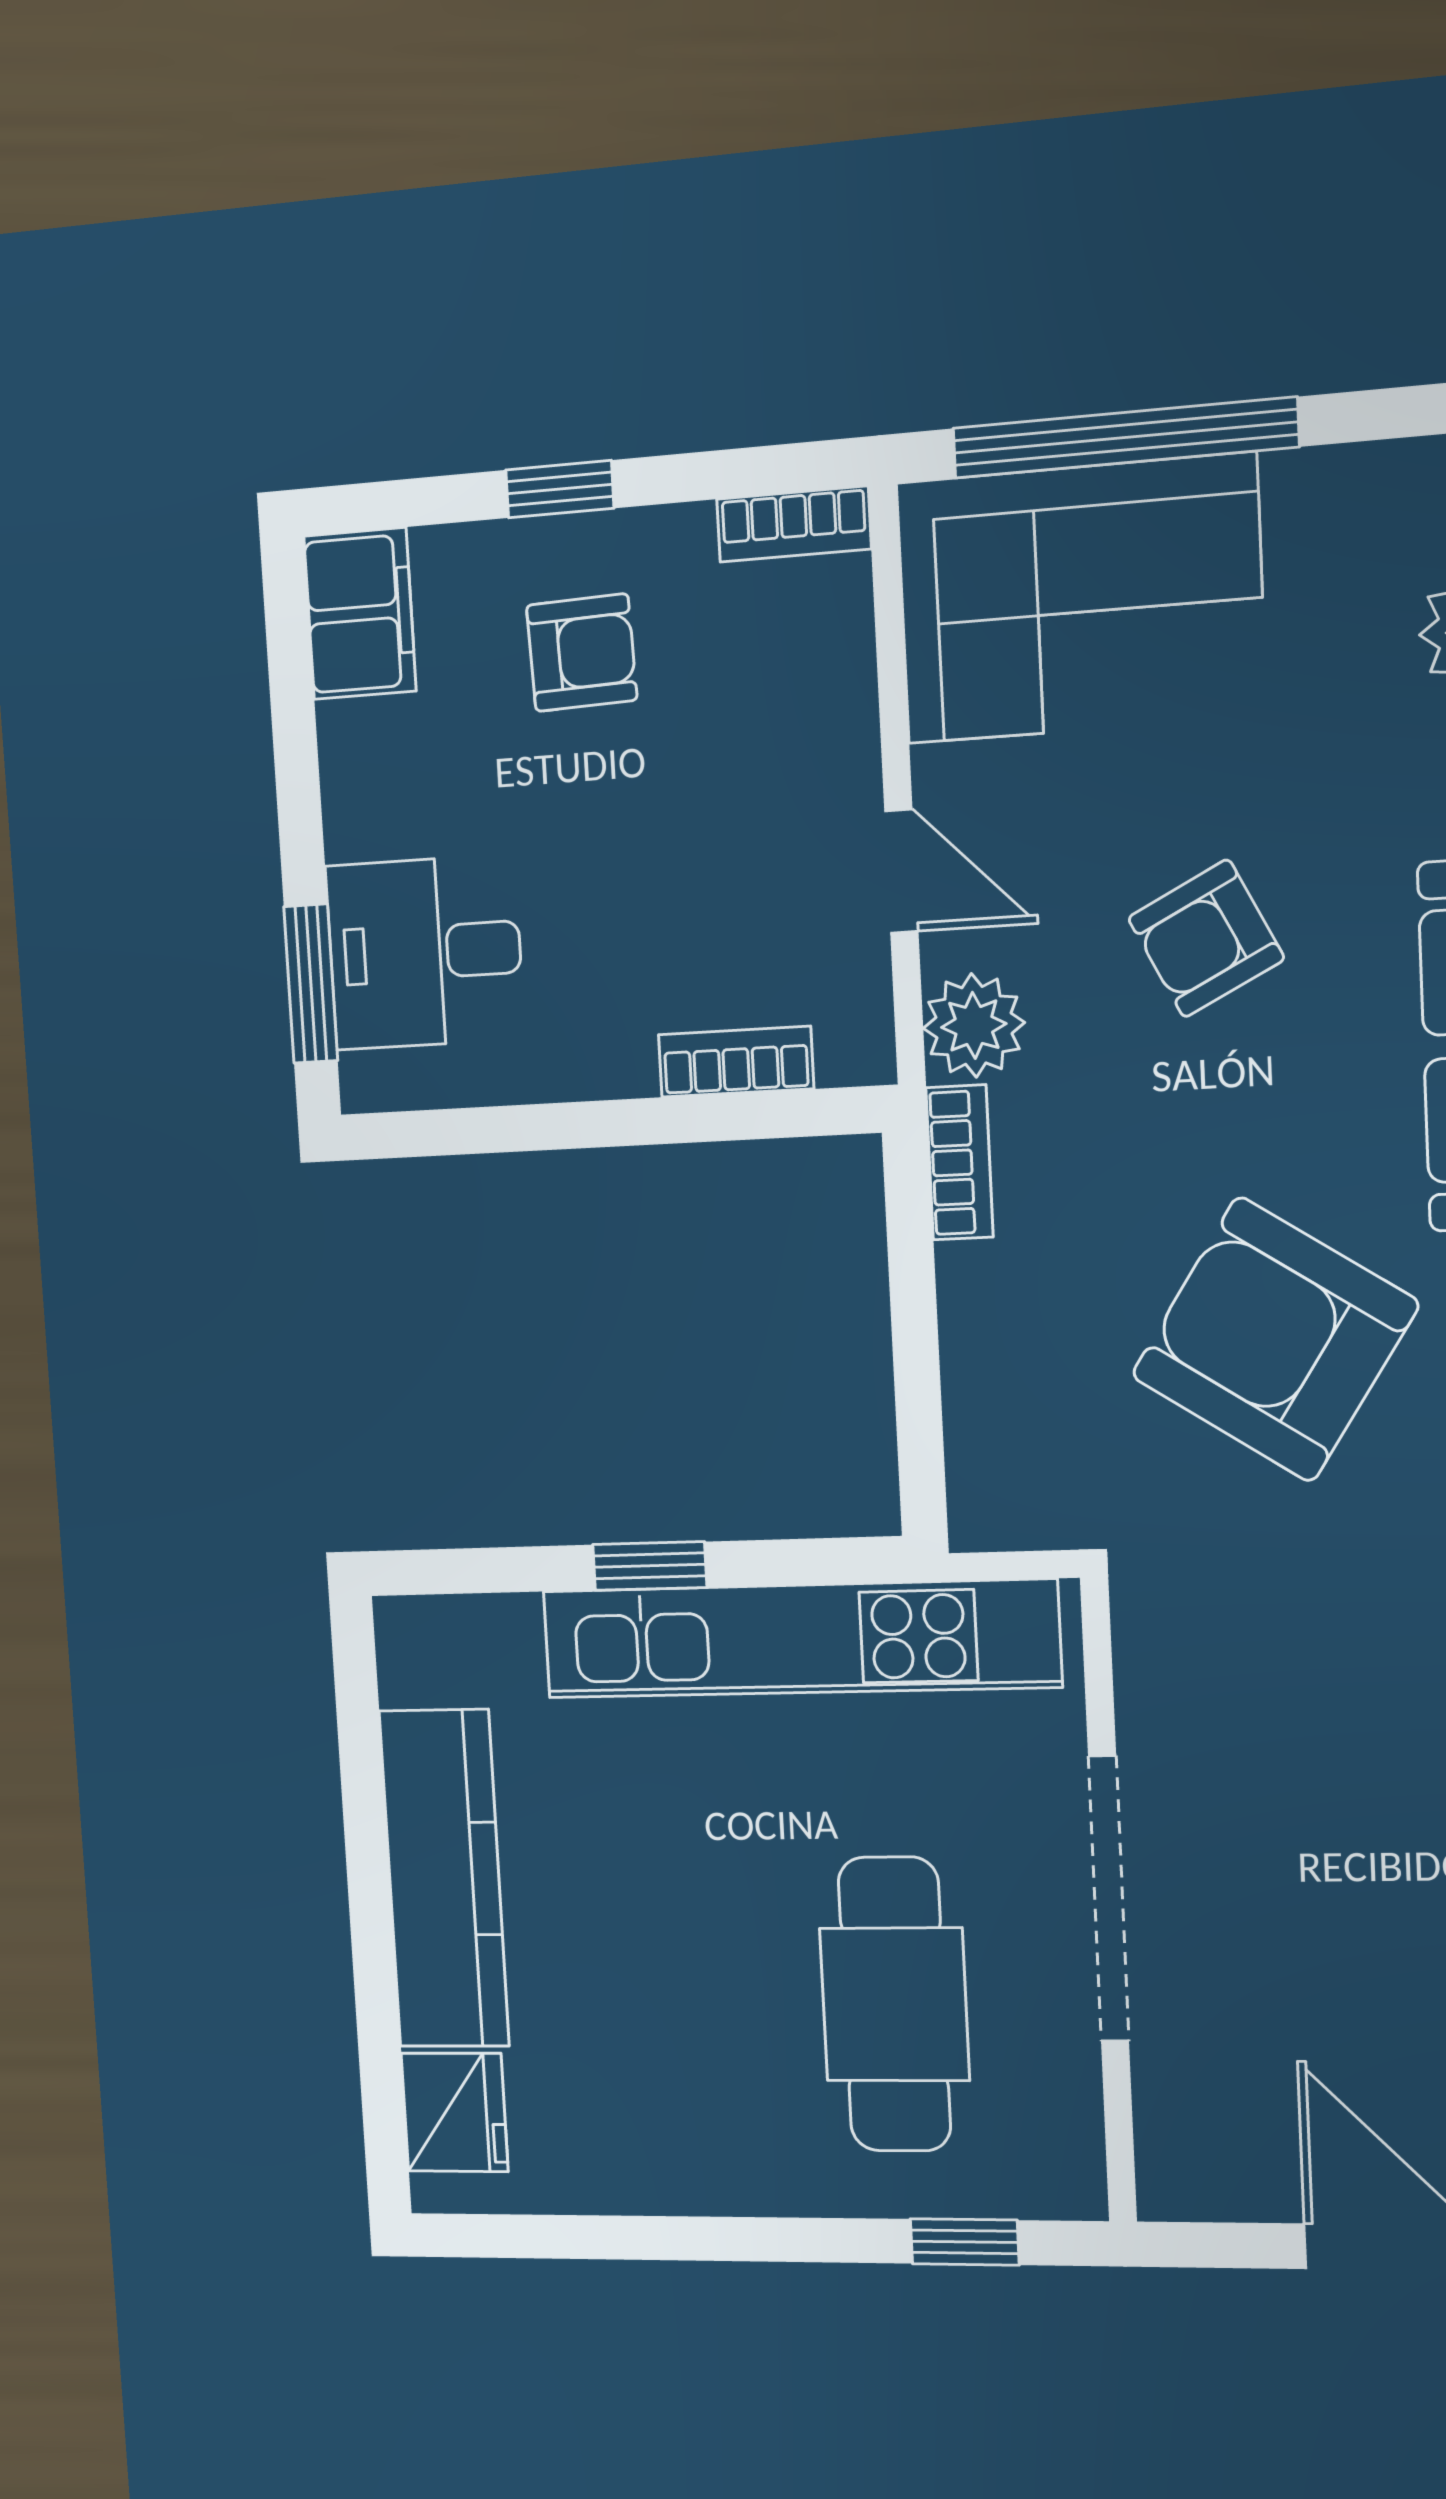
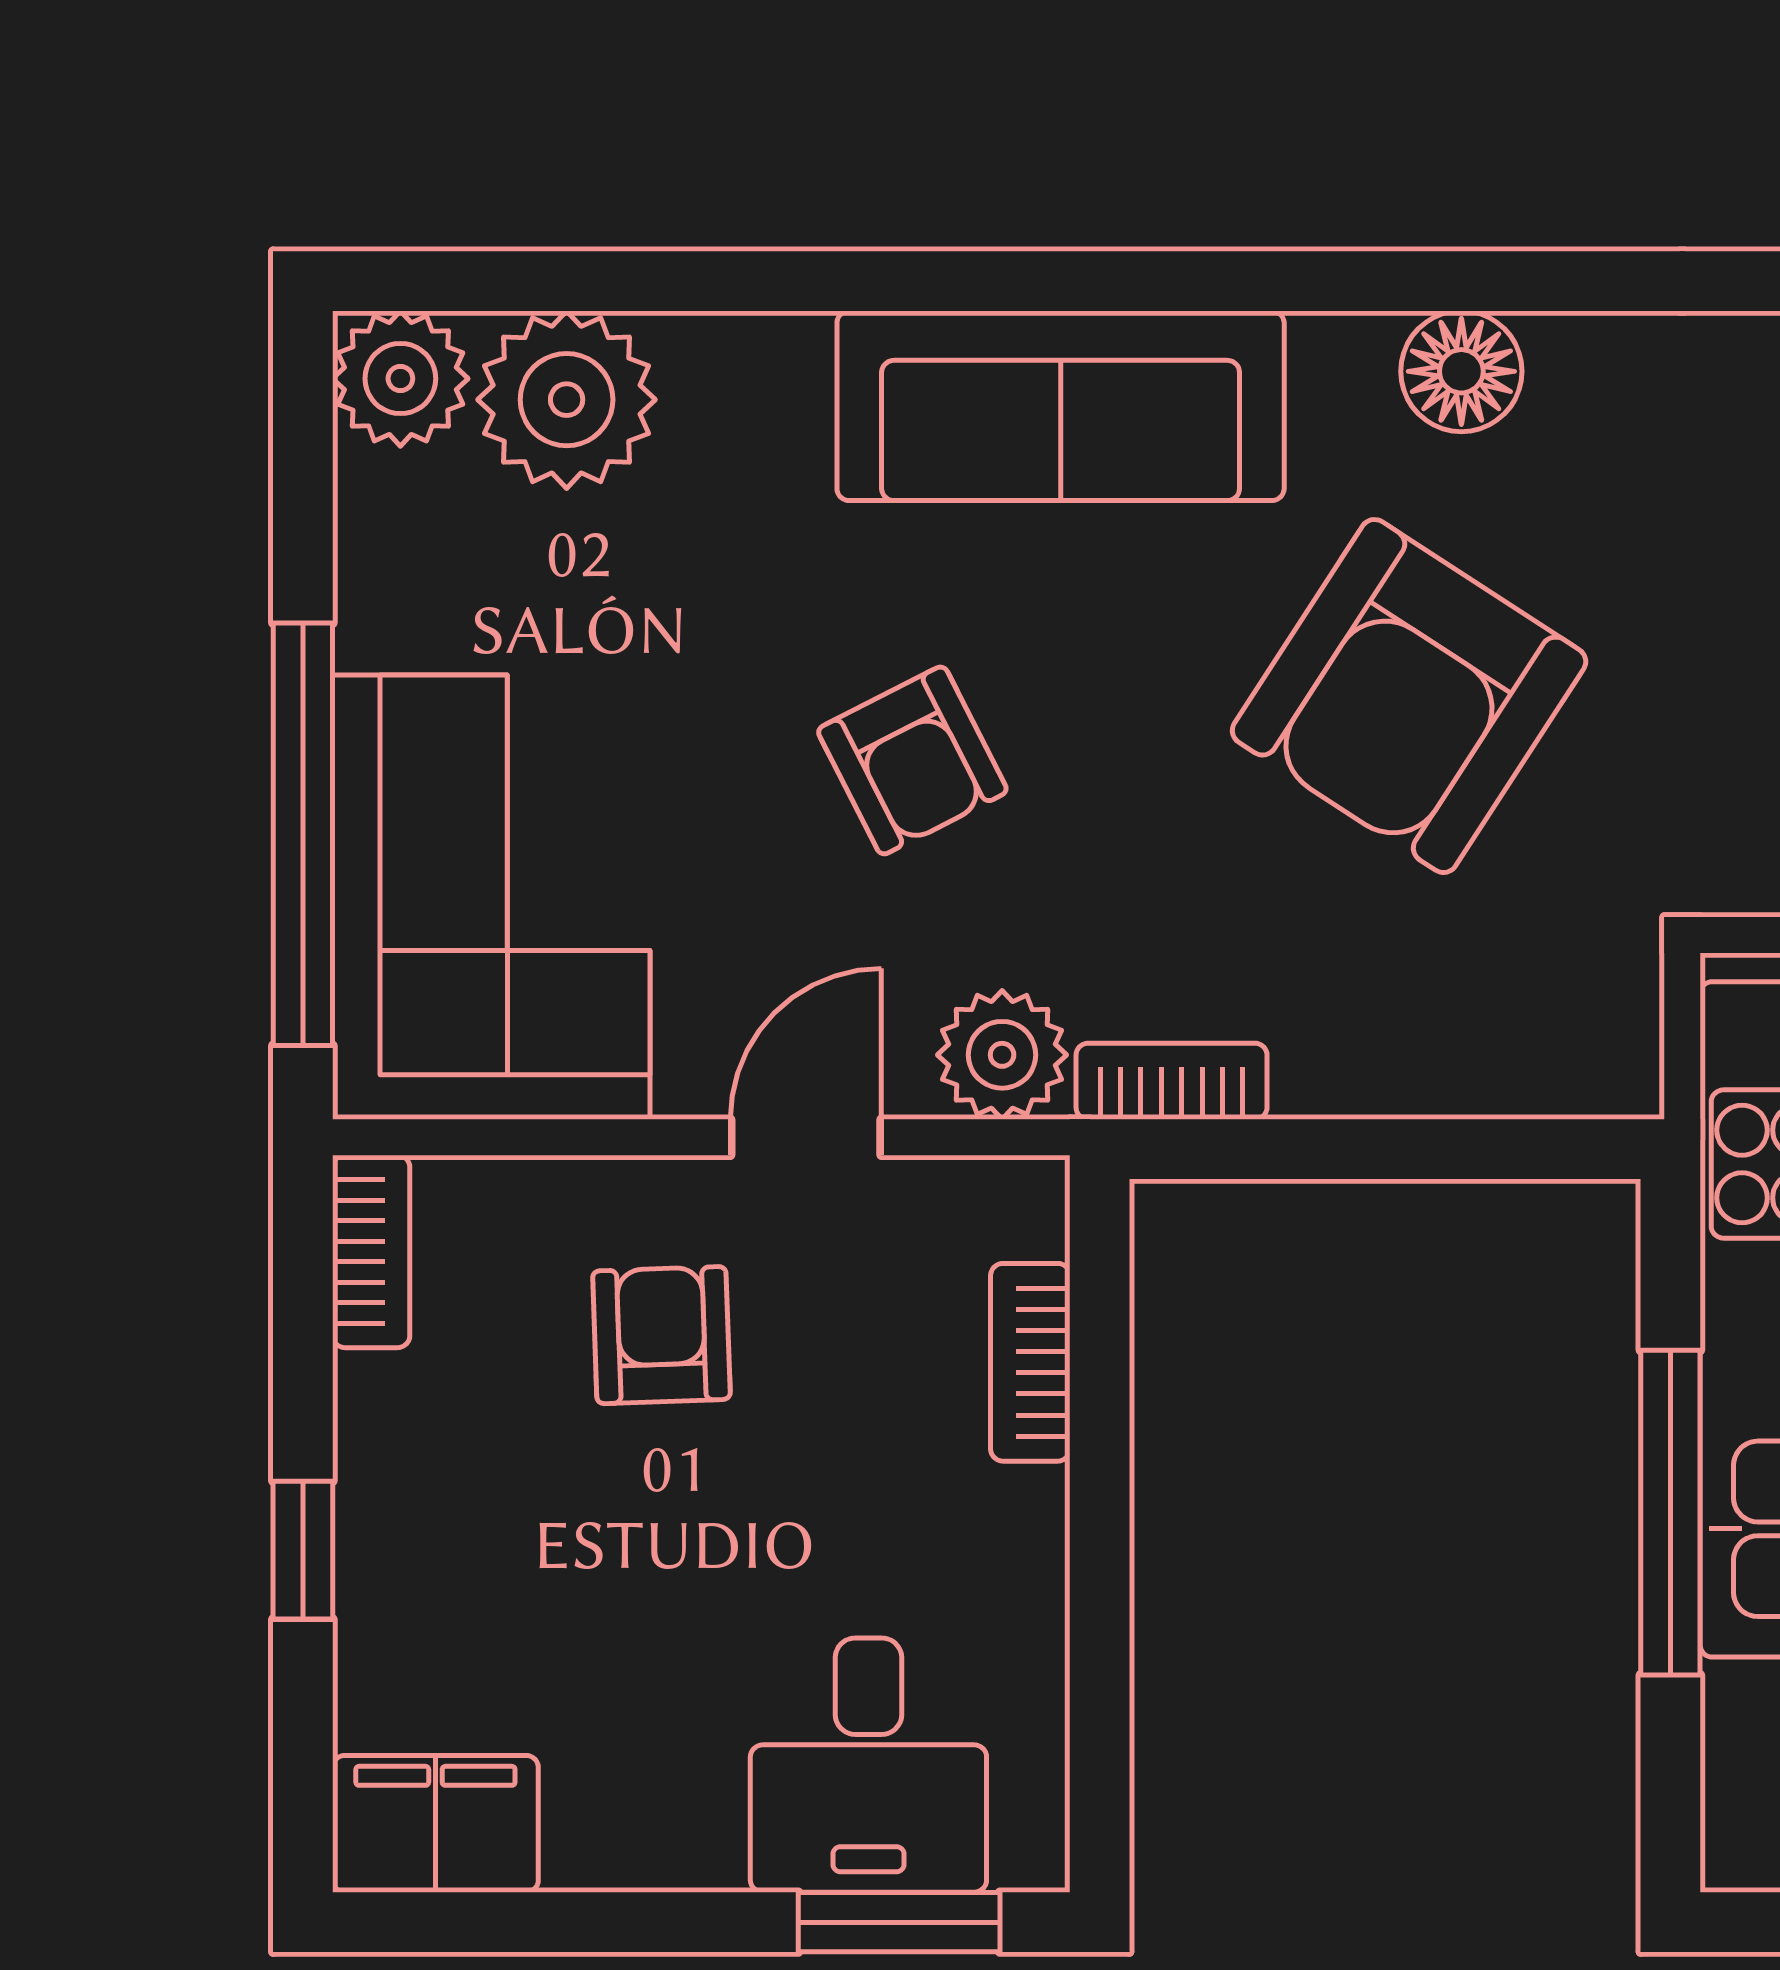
armchair: (582, 653) -> (661, 1335), moved
window: (650, 1566) -> (1670, 1513), width x2.17

